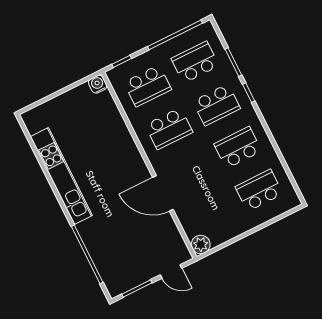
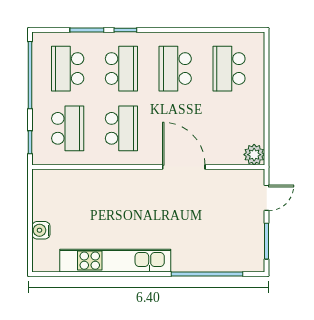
water cooler: (98, 84) -> (41, 230), moved
door: (163, 193) -> (184, 167), swing flipped

